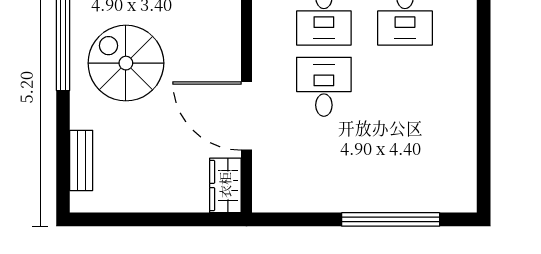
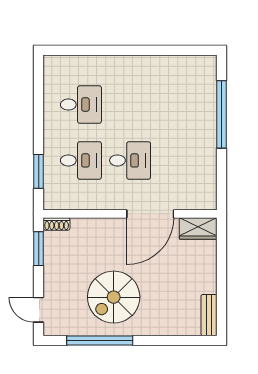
desk: (324, 87) -> (130, 160), turned 180
bench: (81, 160) -> (209, 315), moved, turned 90

